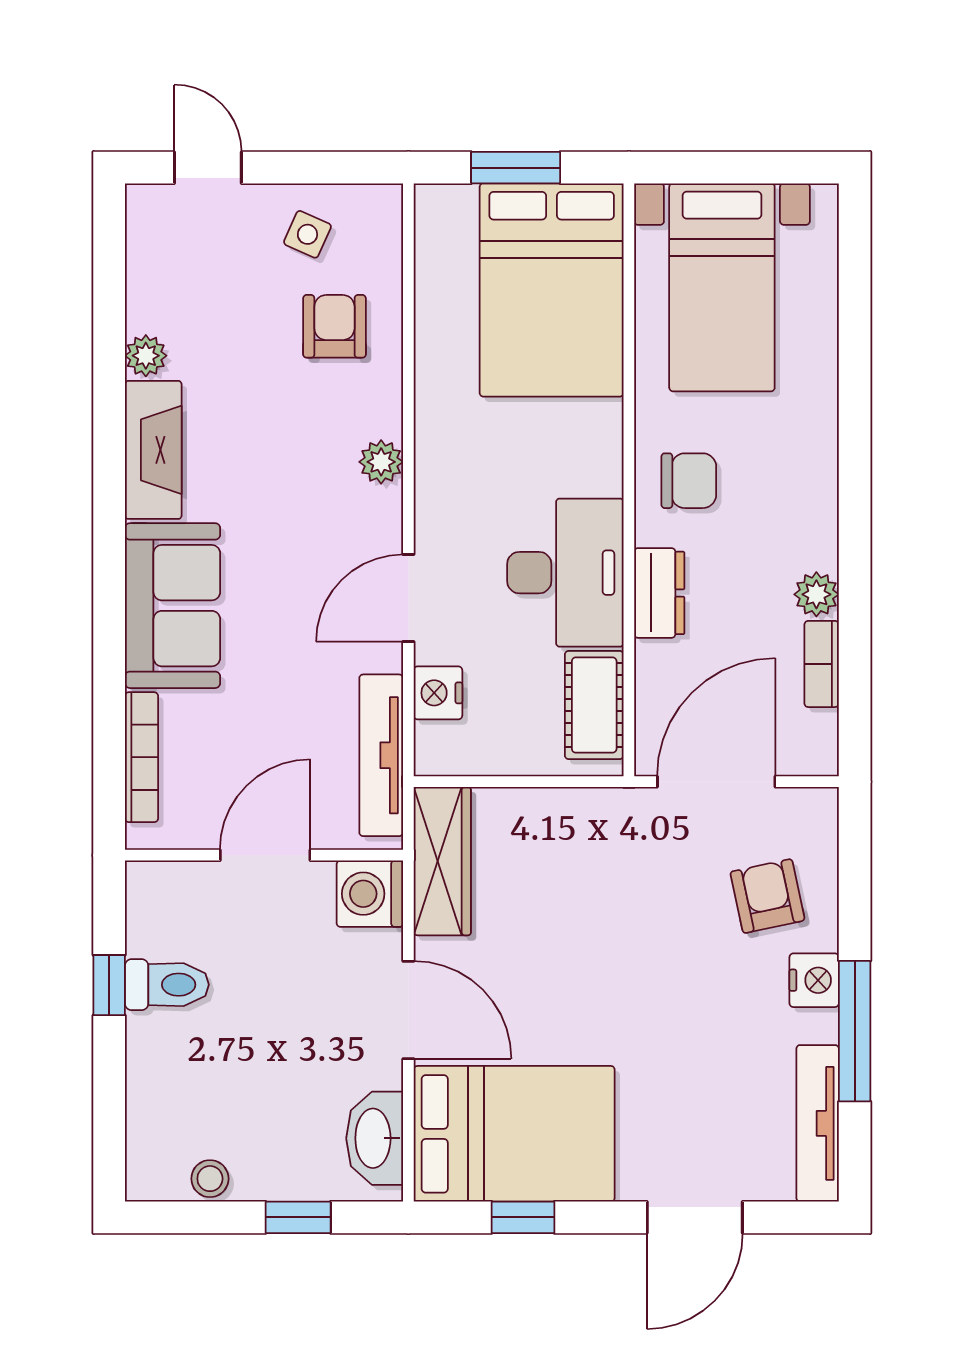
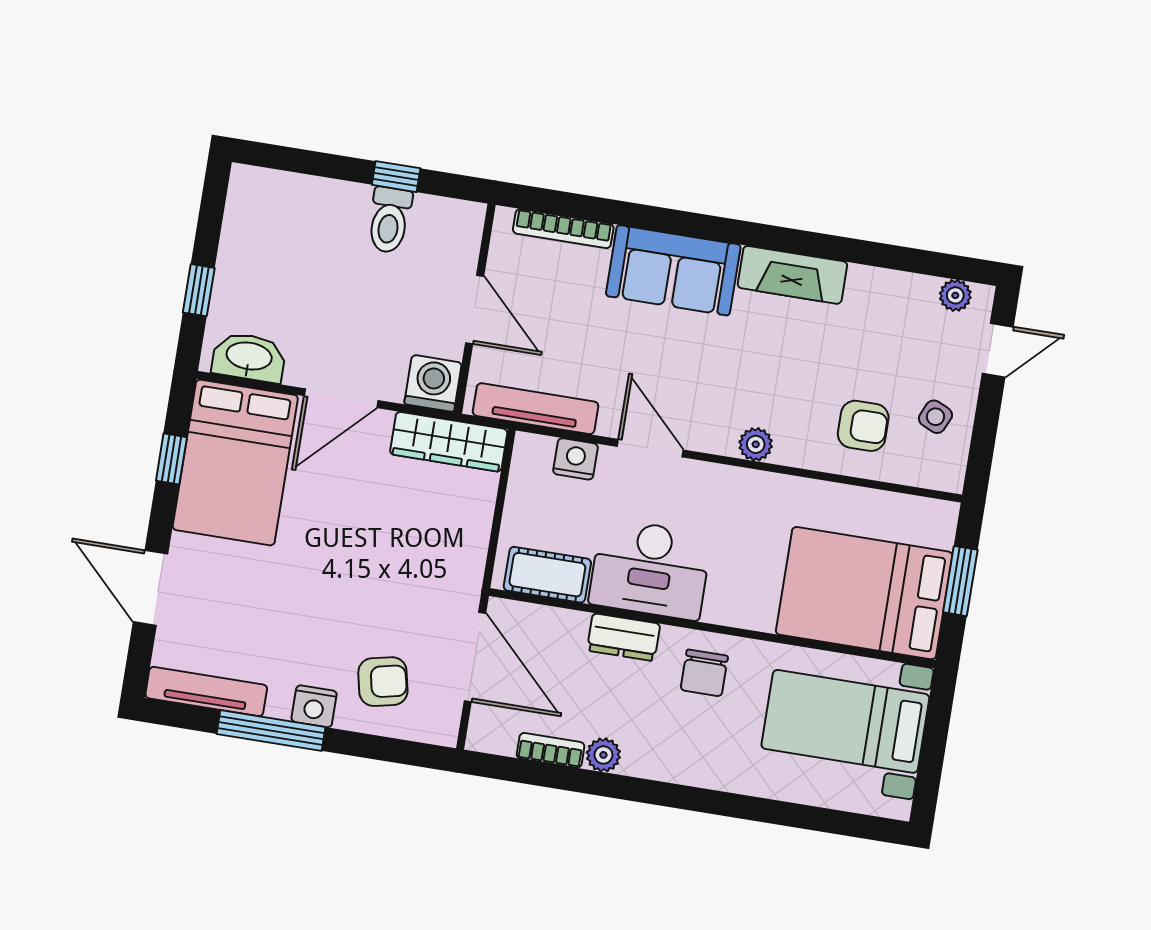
plant: (146, 356) -> (955, 295), moved
stool: (210, 1179) -> (239, 229), removed

